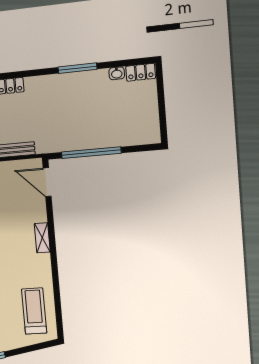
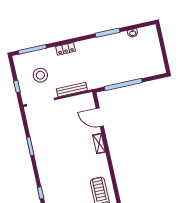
locker: (141, 72) -> (147, 31), removed
door: (47, 182) -> (100, 117), moved

